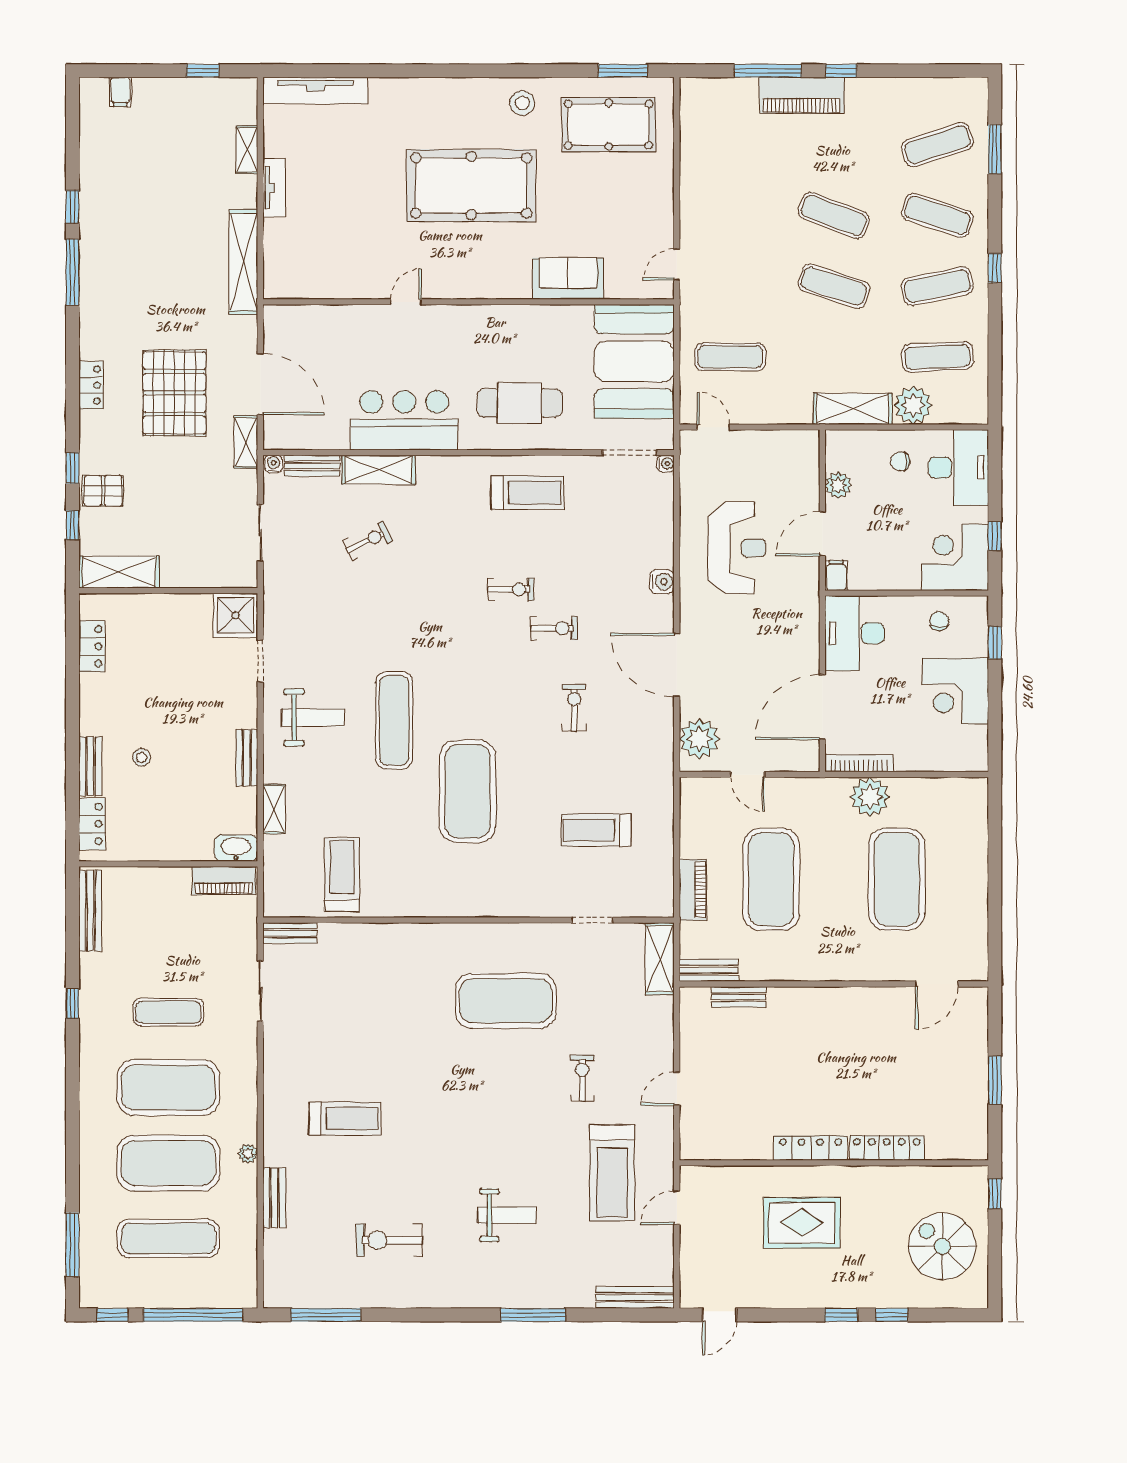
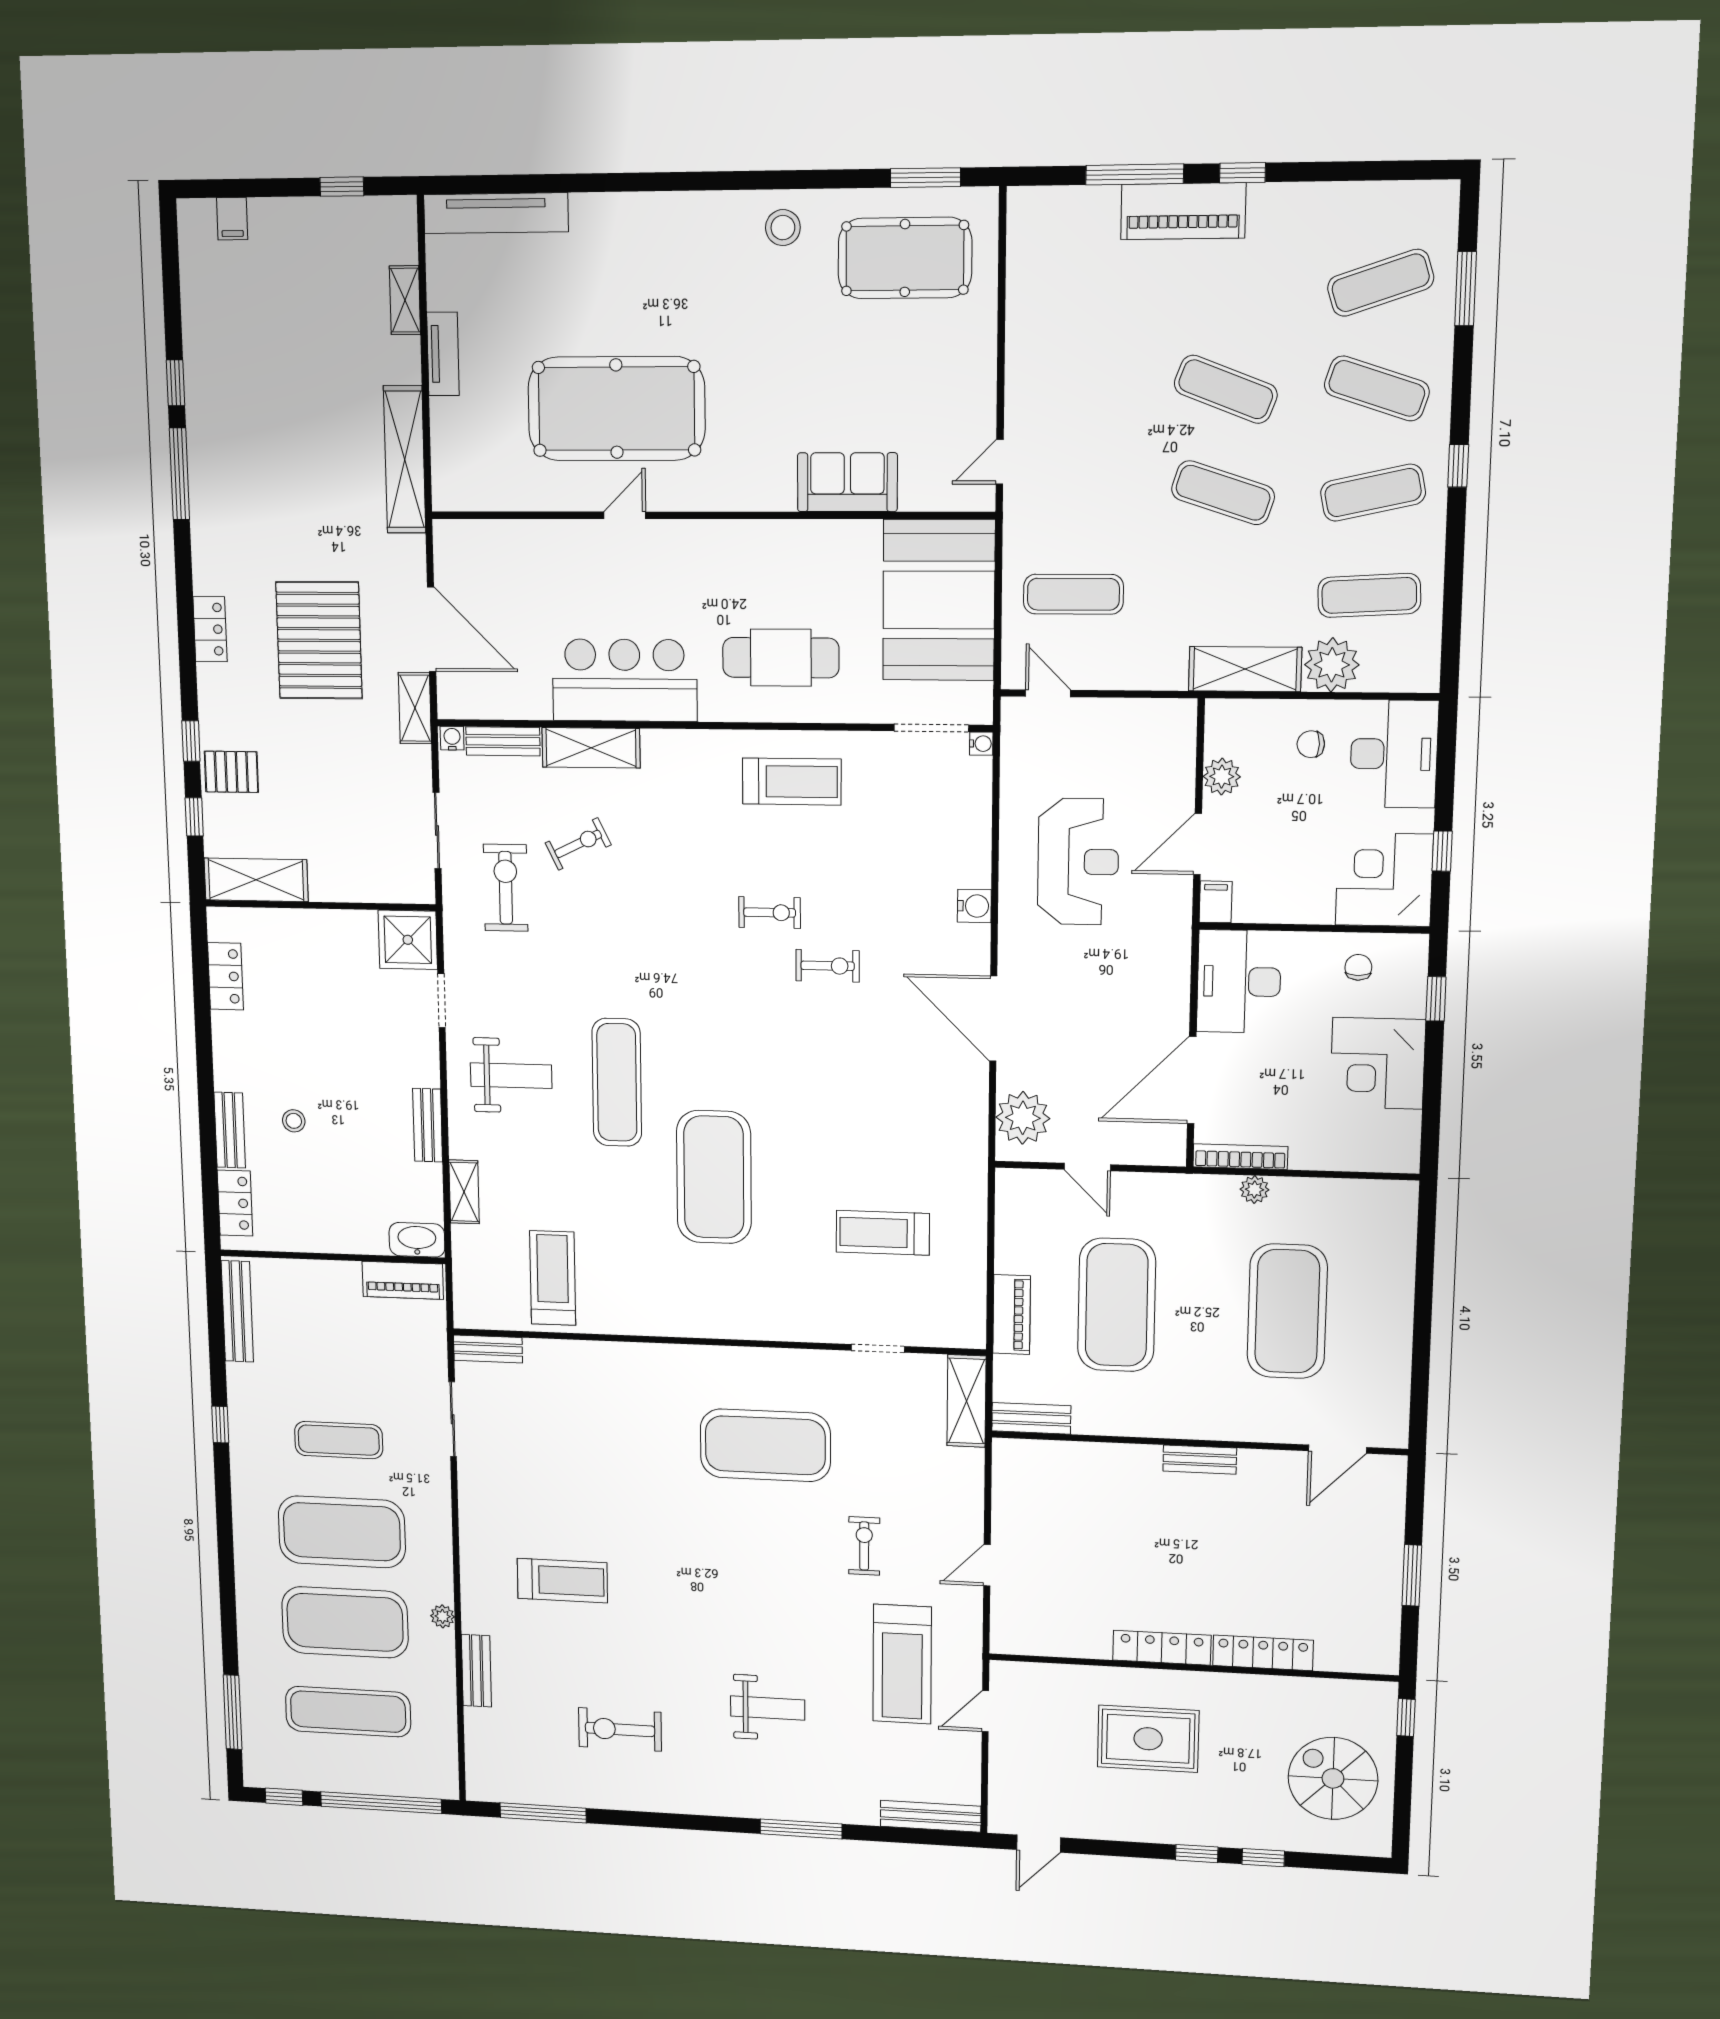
pool table: (471, 186) -> (616, 409), moved
exercise bike: (574, 708) -> (506, 888), moved, width x1.38, depth x1.39
plant: (870, 797) -> (1254, 1190), width x0.53, depth x0.53
bench: (739, 997) -> (1200, 1460), moved

